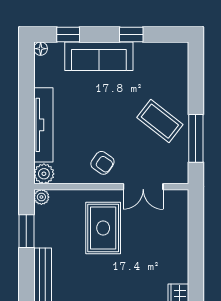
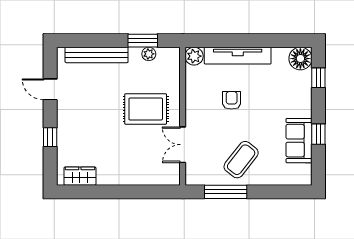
floor lamp: (41, 49) -> (300, 59), width x1.89, depth x1.89
sofa: (99, 56) -> (299, 141), moved, width x0.73
armchair: (102, 163) -> (232, 100), moved, turned 145
plant: (41, 197) -> (149, 54), moved

